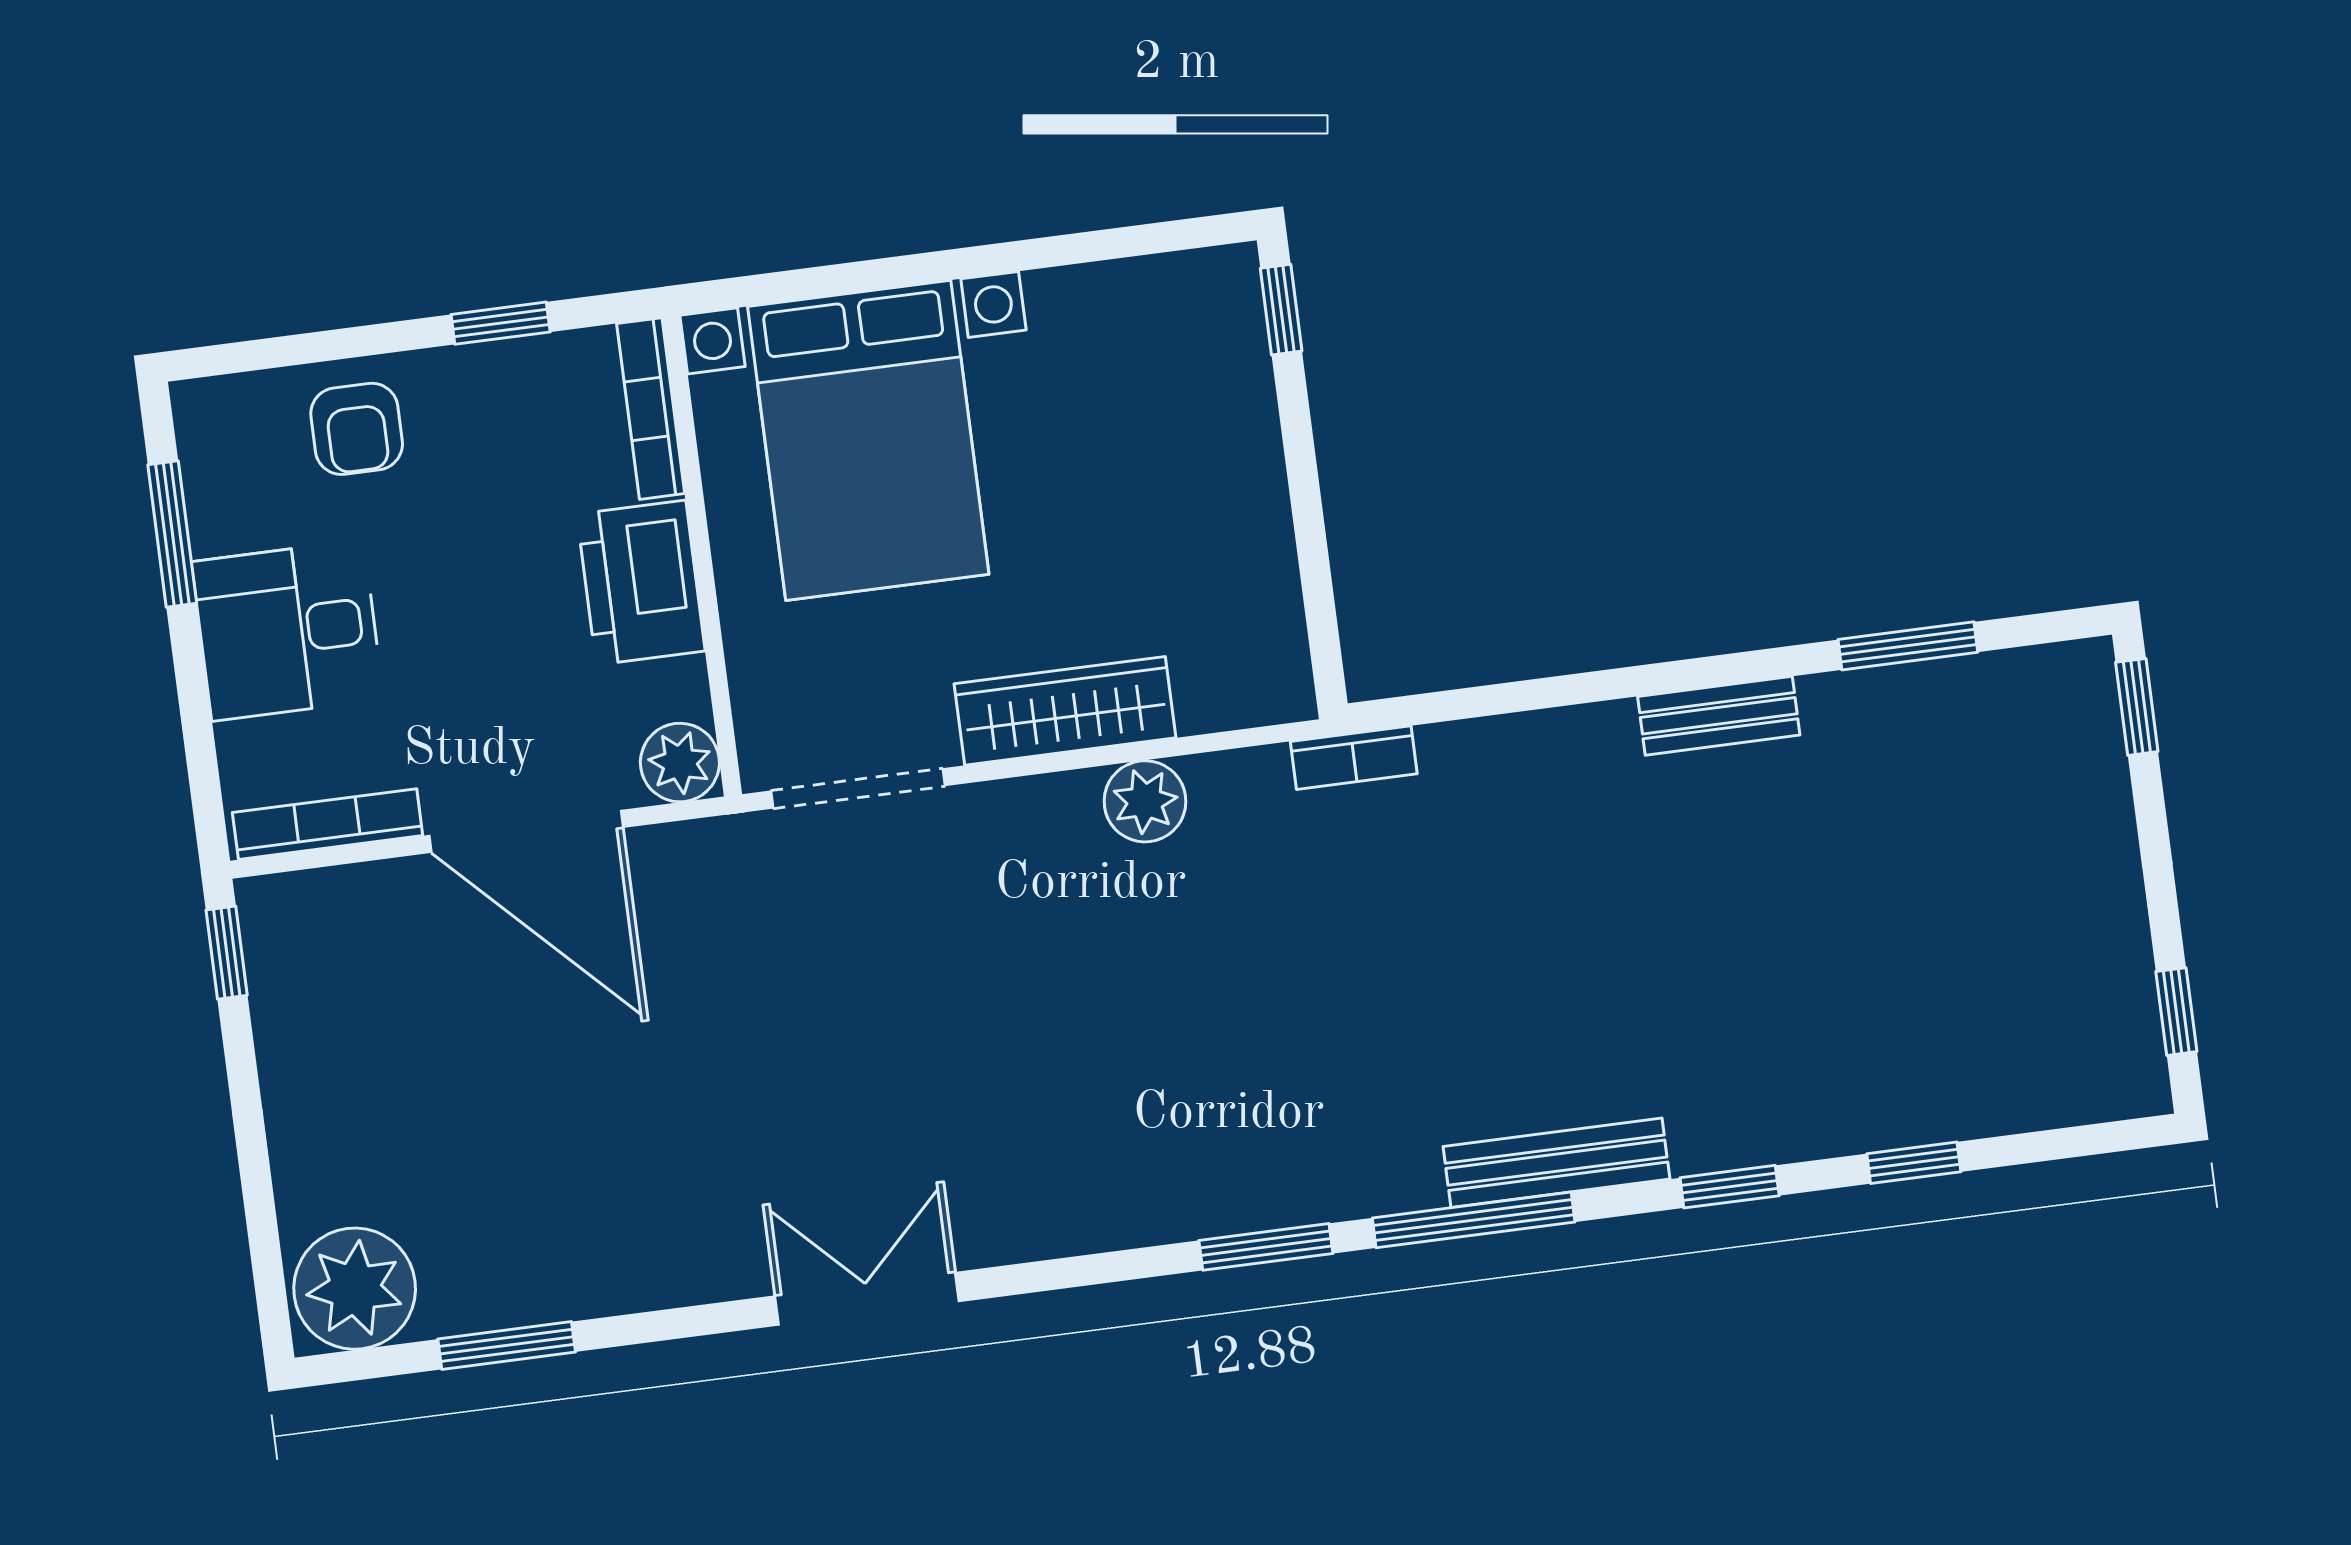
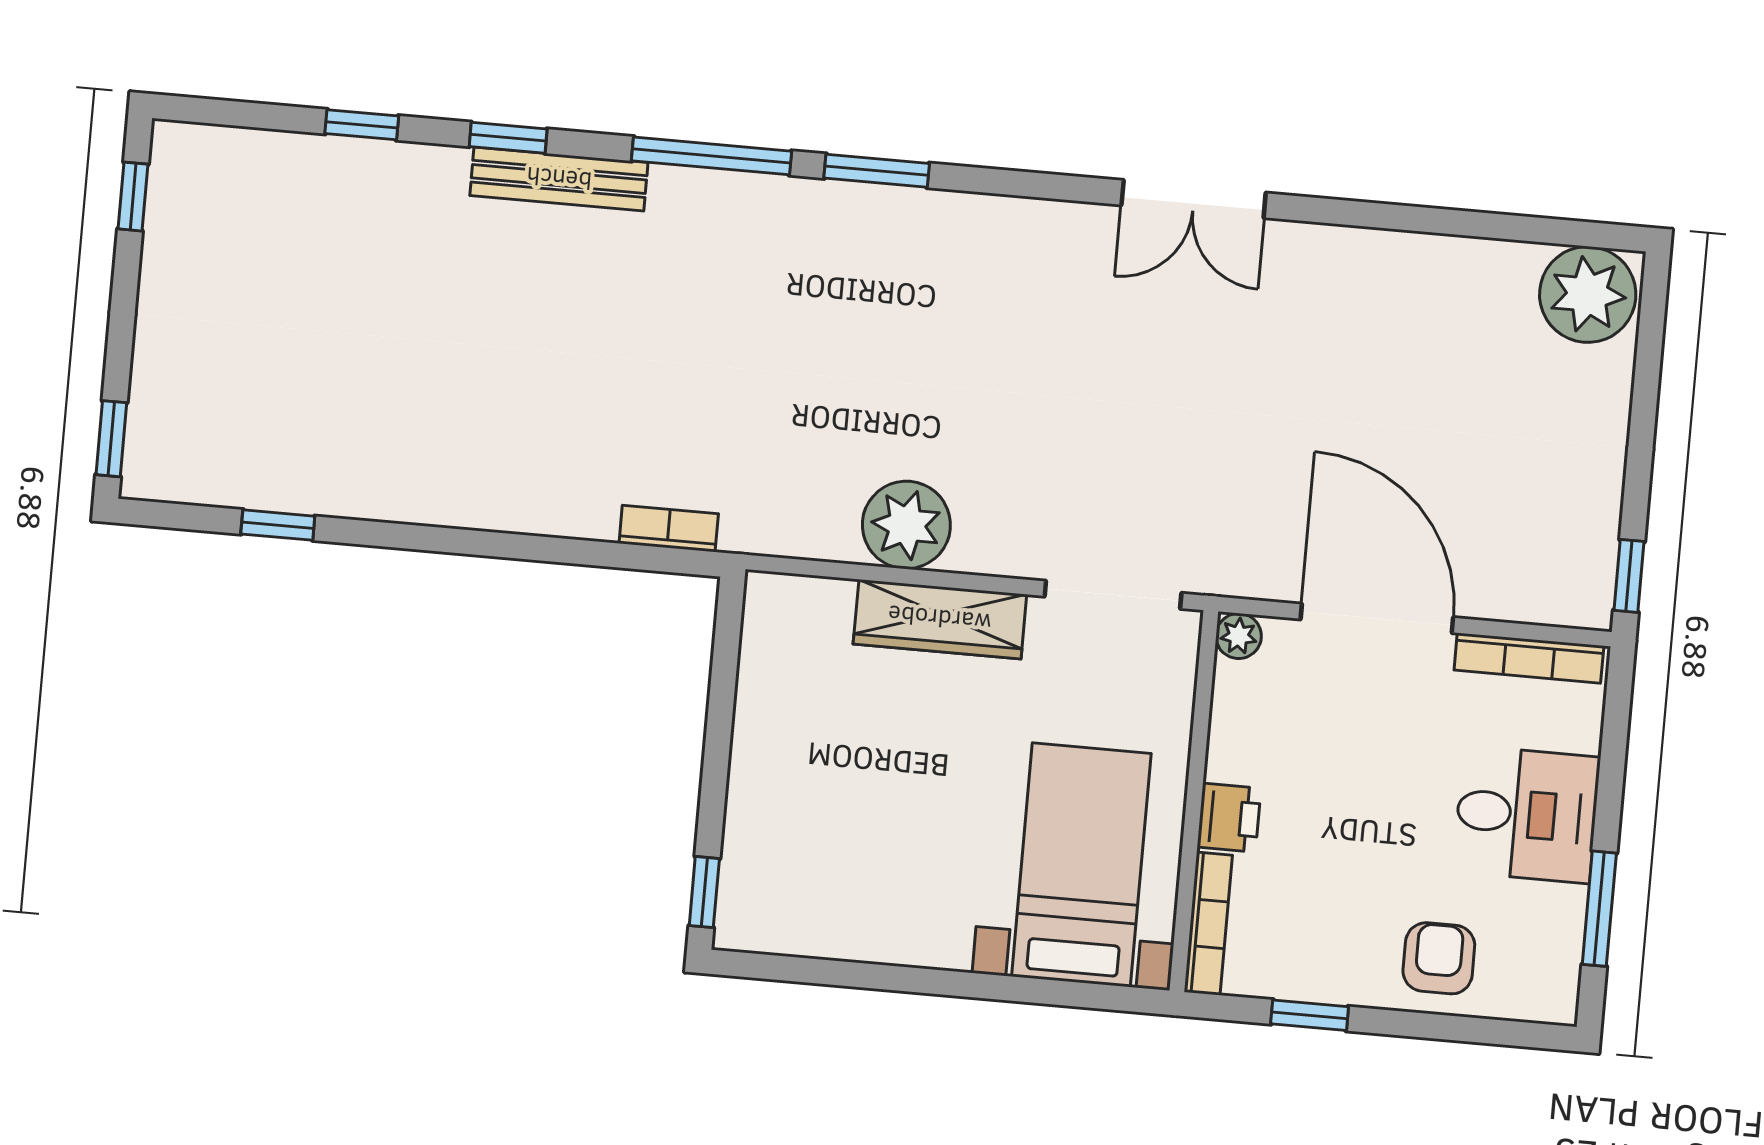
bed with nightstands: (868, 440) -> (1081, 865), width x0.73
printer: (641, 583) -> (1229, 818), width x0.53, depth x0.68
window: (1908, 646) -> (278, 525), width x0.67
bench: (1719, 716) -> (436, 503), removed
bookcase: (1354, 758) -> (669, 529), moved
plant: (680, 763) -> (1239, 636), width x0.73, depth x0.73
plant: (1145, 801) -> (906, 525), width x1.36, depth x1.36
bench: (1556, 1163) -> (559, 179), moved
window: (507, 1346) -> (1480, 225), removed

